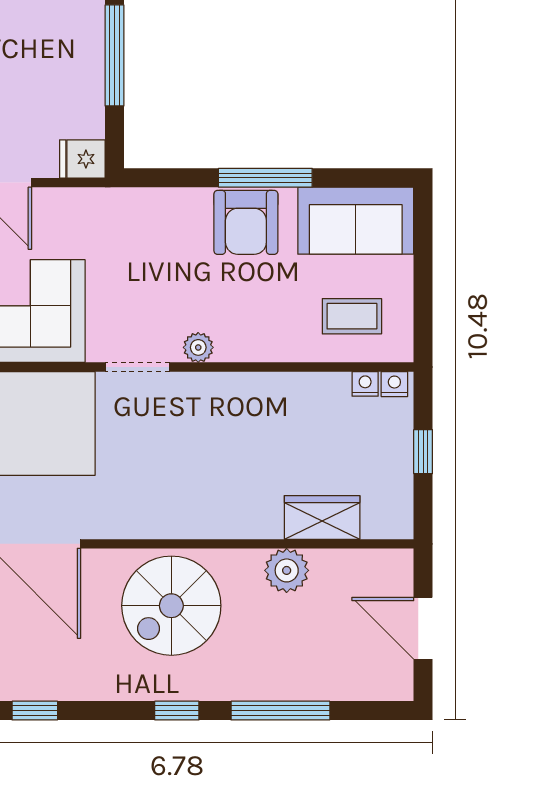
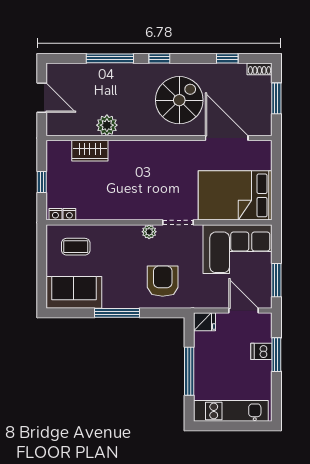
armchair: (246, 222) -> (163, 281), moved
spiral stairs: (171, 606) -> (179, 100), moved

